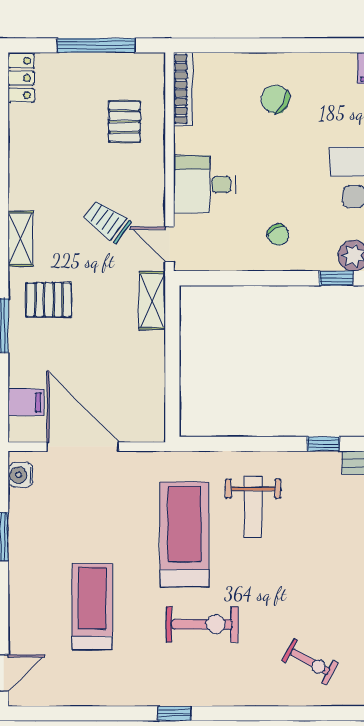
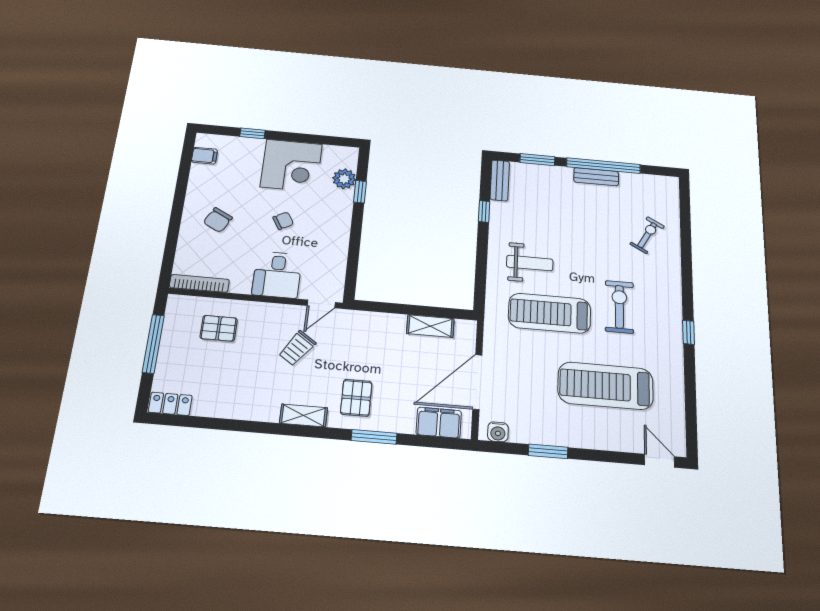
chair: (278, 235) -> (283, 221), moved
shelving: (152, 301) -> (430, 326), moved
filing cabinet: (26, 402) -> (439, 423), width x2.00
treadmill: (92, 607) -> (606, 386), width x1.37, depth x1.38

